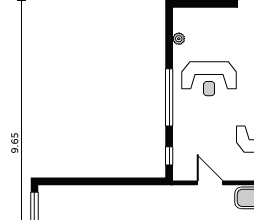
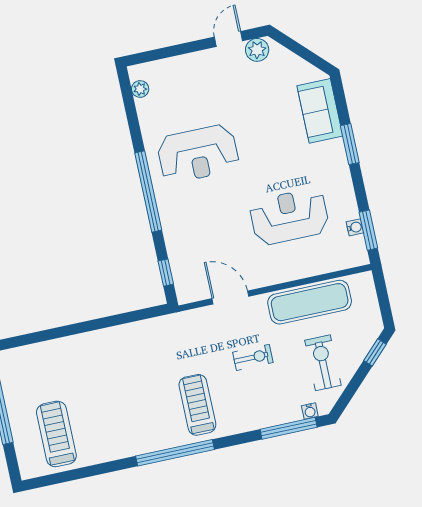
plant: (179, 39) -> (140, 89), moved

